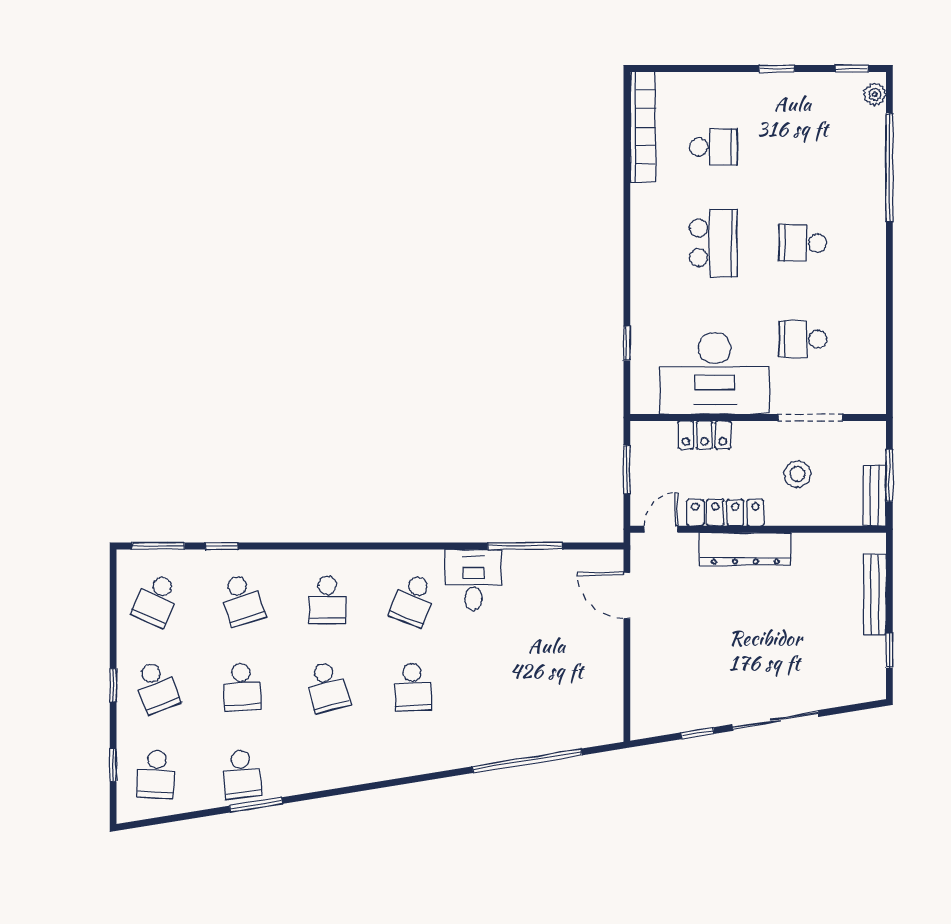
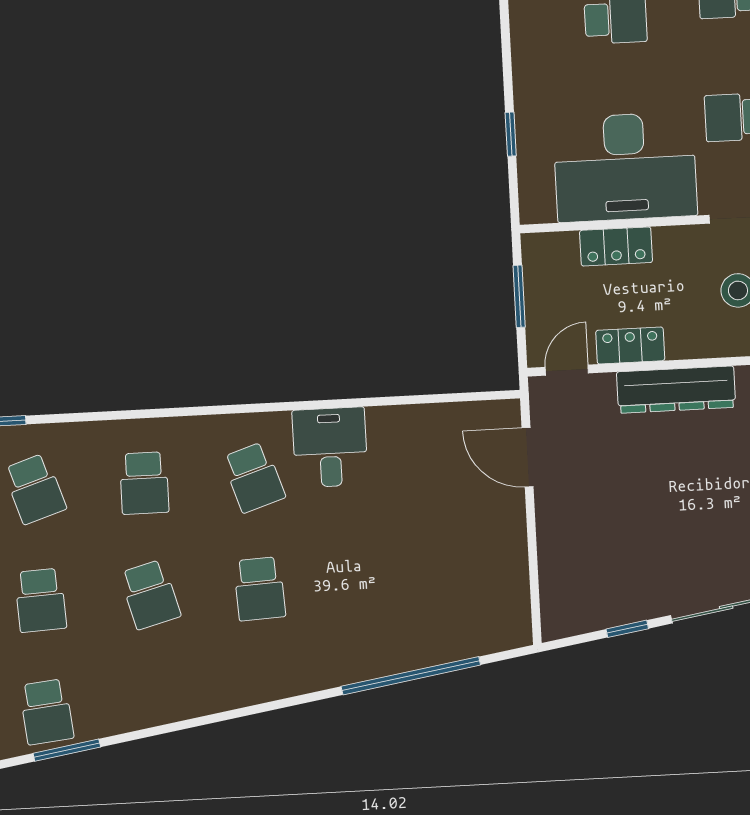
locker: (725, 513) -> (630, 345), width x0.66
window: (525, 546) -> (394, 401), removed
school desk: (413, 600) -> (254, 477), turned -39

